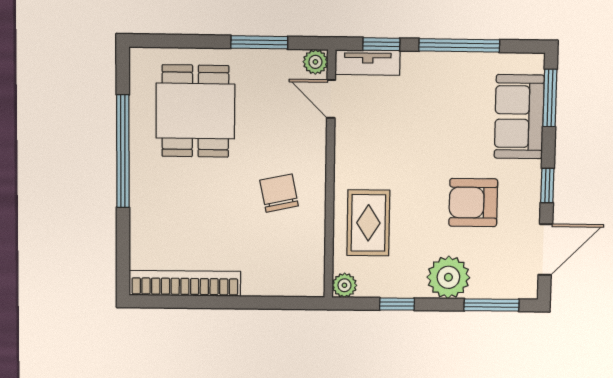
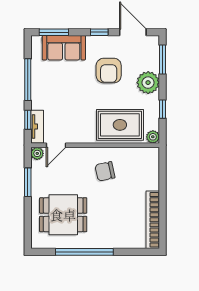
rug: (368, 223) -> (120, 125), width x1.36, depth x1.43

